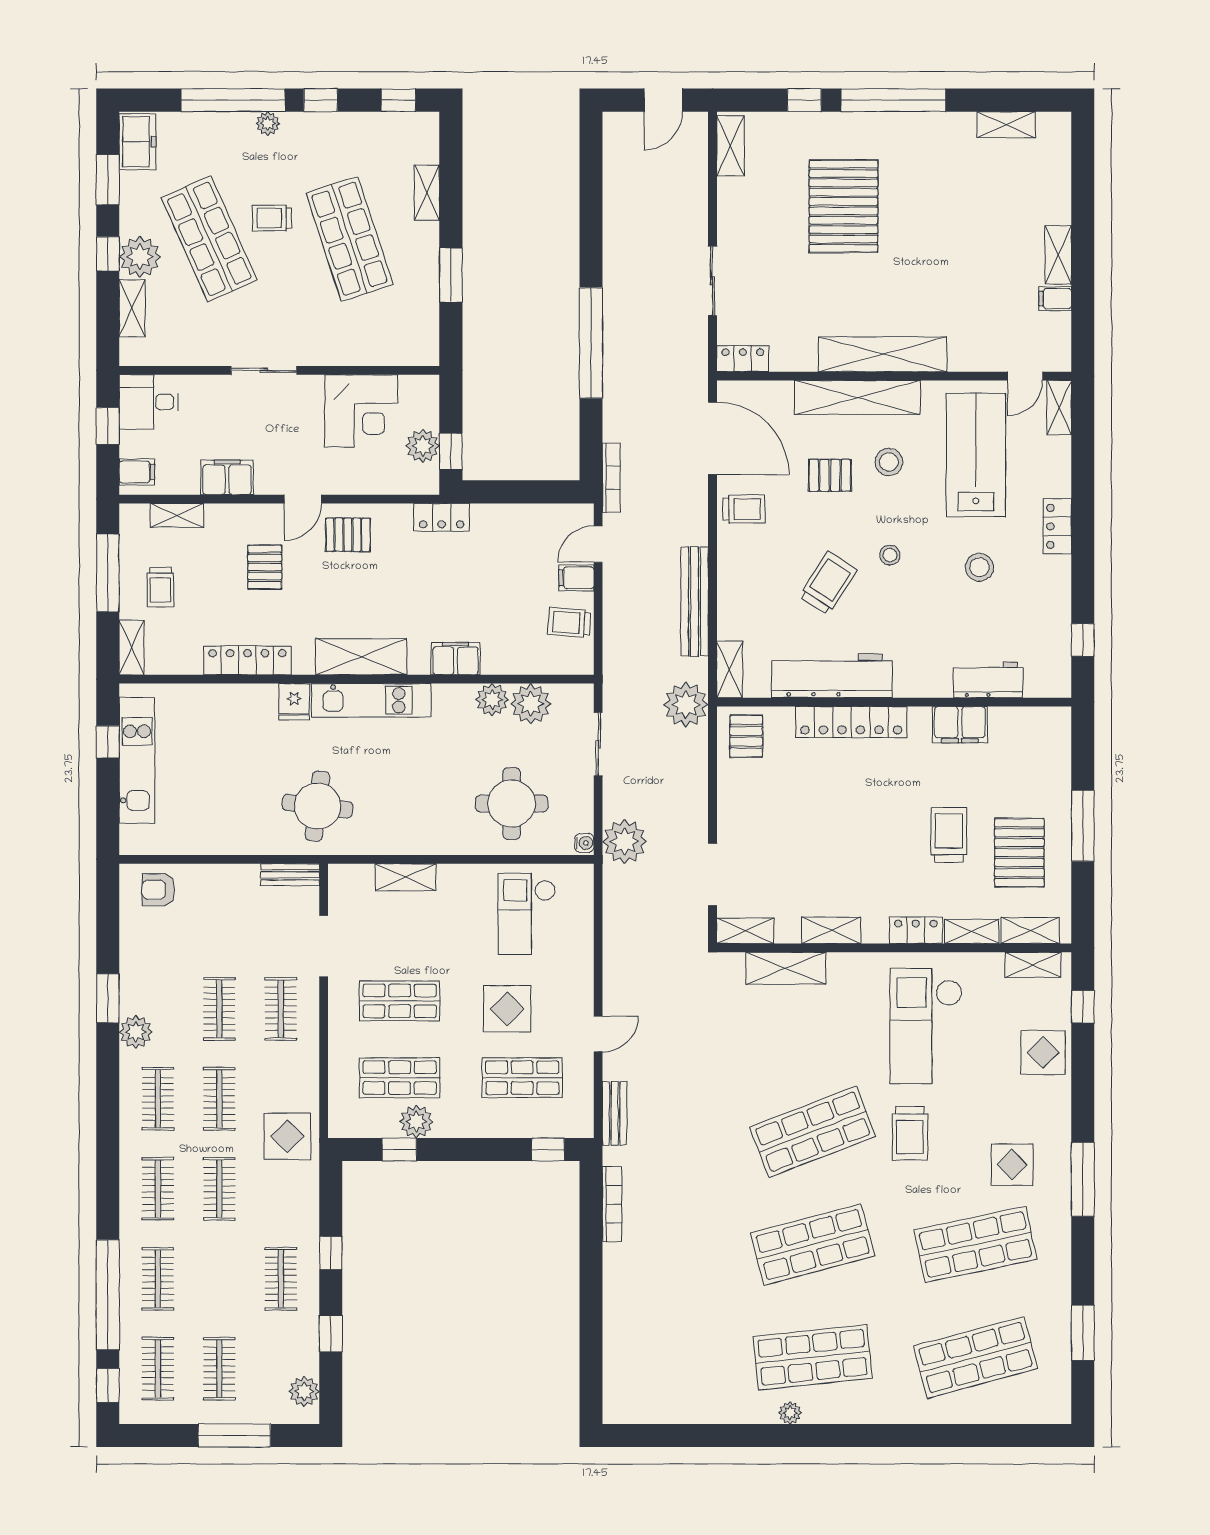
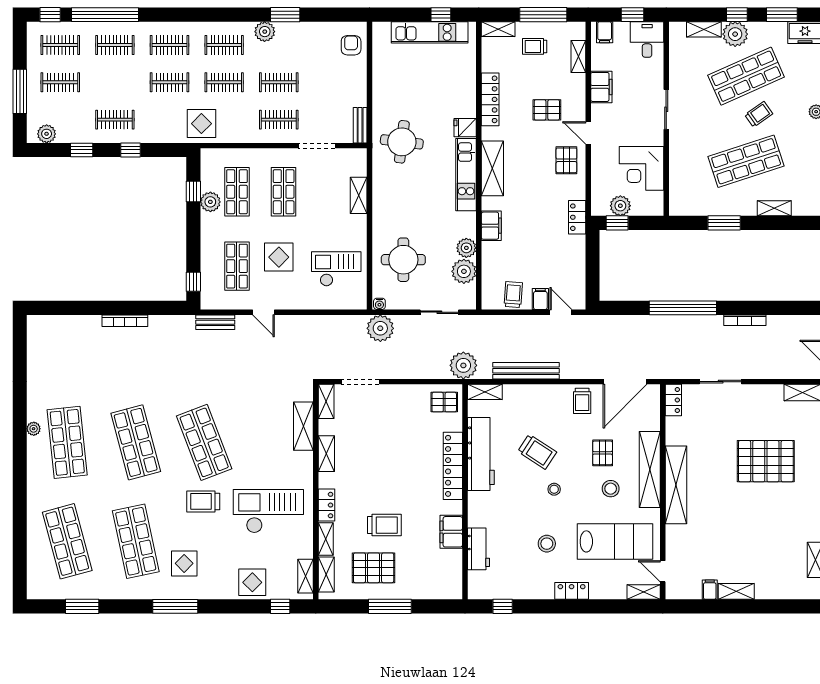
trolley: (272, 218) -> (759, 114), turned 55
bookcase: (611, 478) -> (745, 320), moved
bookcase: (612, 1204) -> (125, 321), moved

